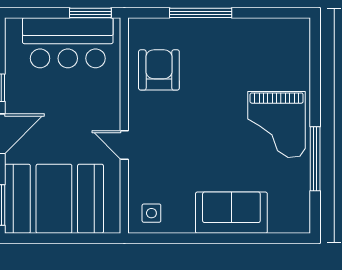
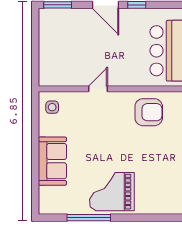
booth: (54, 199) -> (62, 41), removed

